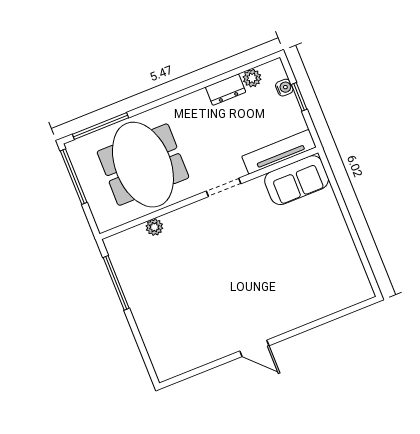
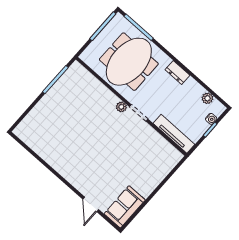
dresser: (226, 90) -> (178, 72), moved
sofa: (297, 180) -> (125, 207), moved, turned 90
plant: (154, 227) -> (121, 107), moved
door: (254, 348) -> (91, 204), moved

